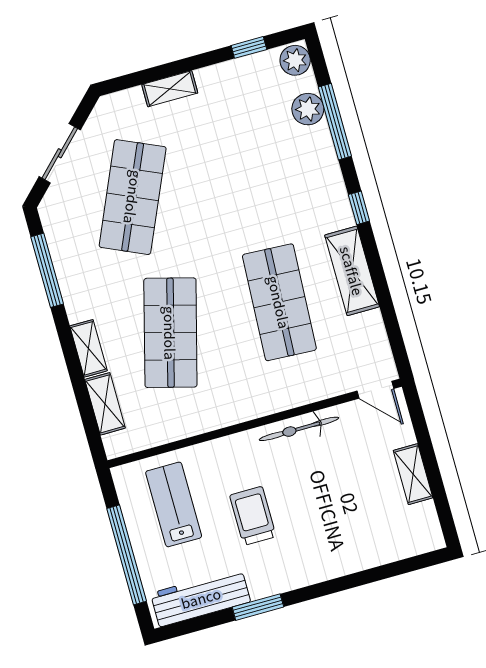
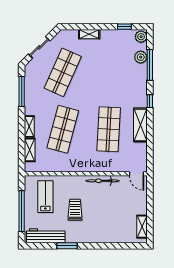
shelving: (413, 474) -> (142, 227), moved

